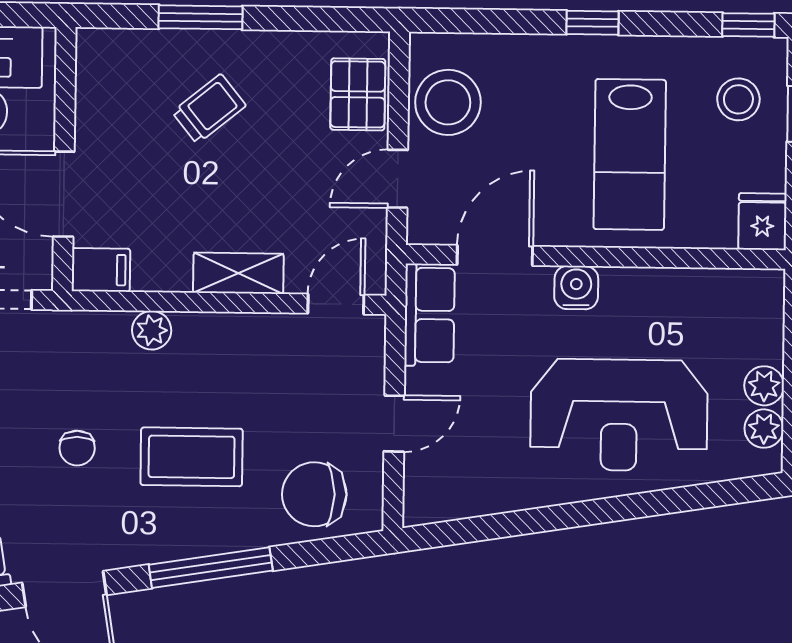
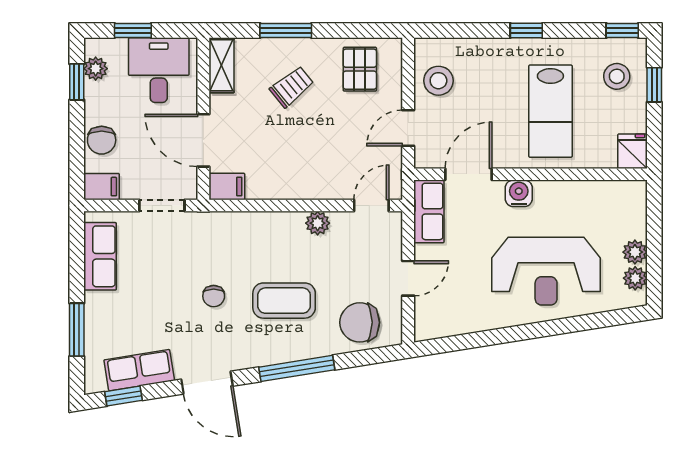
pallet: (358, 94) -> (360, 69), moved
stool: (448, 102) -> (438, 81), width x0.73, depth x0.73
shelving: (238, 273) -> (221, 65), moved, turned 90
plant: (152, 330) -> (318, 223), moved

